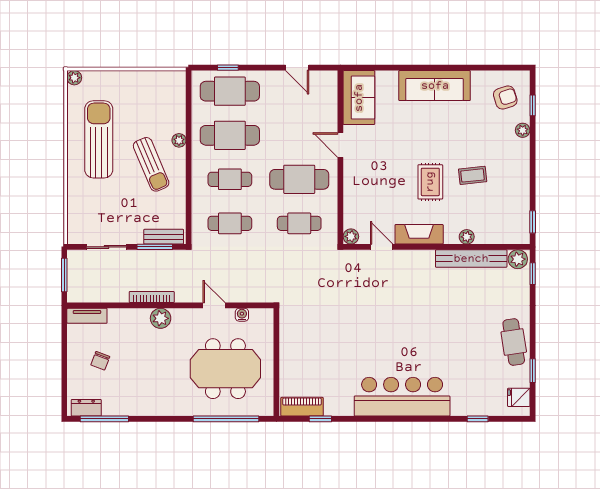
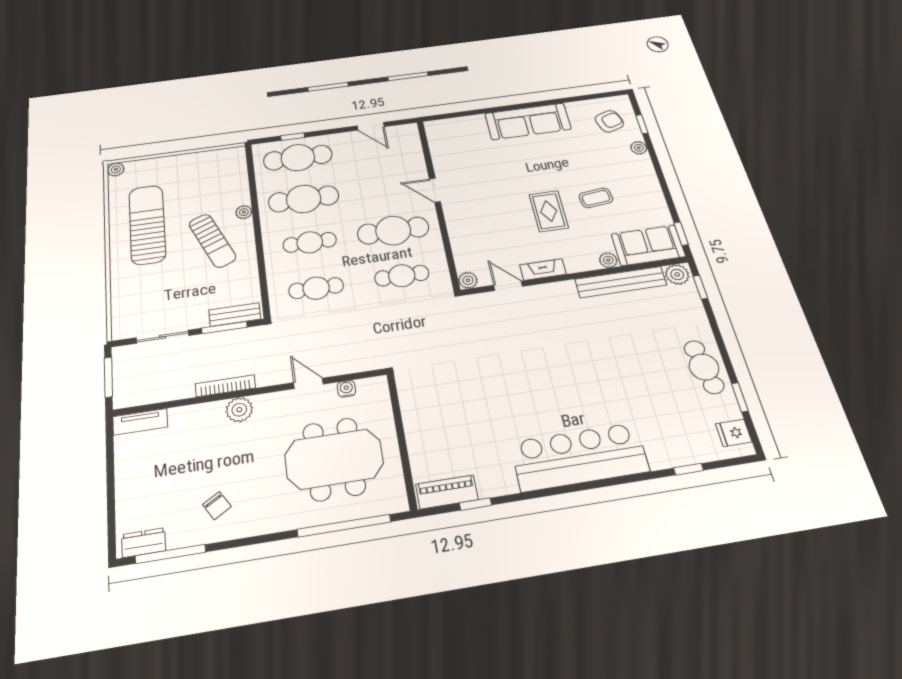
sofa: (359, 98) -> (648, 245), moved, turned -90
fireplace: (419, 234) -> (543, 270), width x0.73, depth x0.76
chair: (100, 361) -> (217, 506), moved, turned -52

